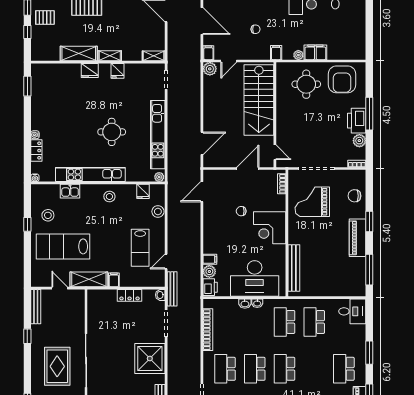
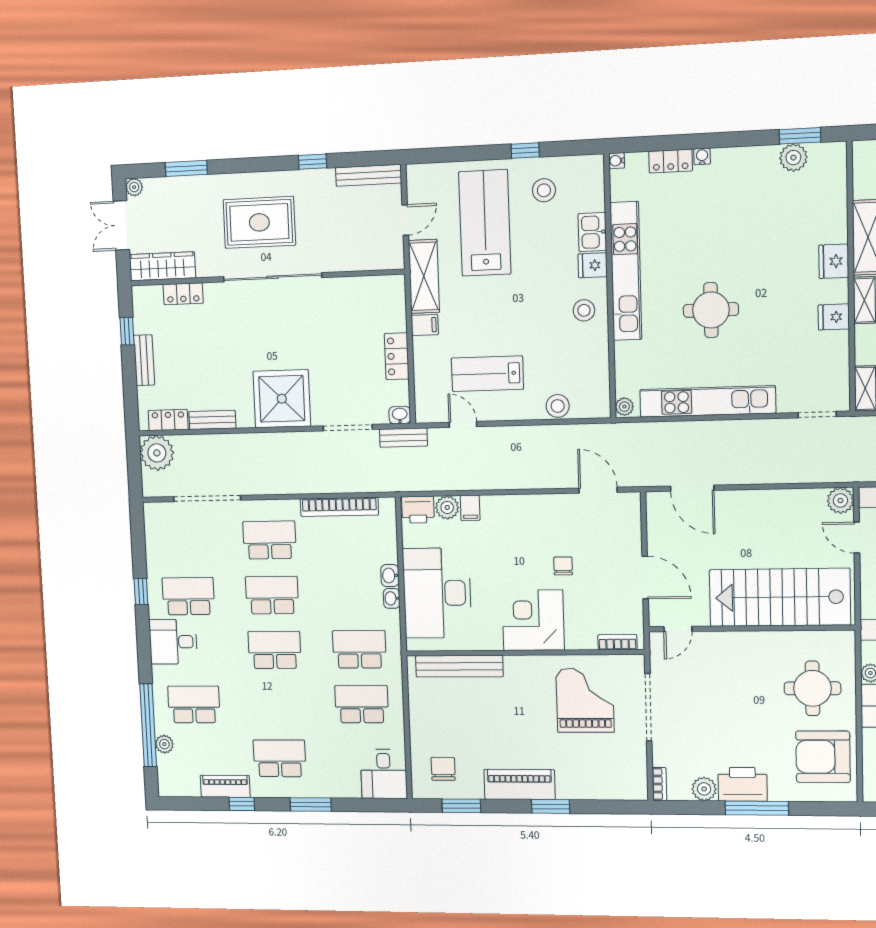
plant: (38, 90) -> (793, 158), added
fridge: (143, 191) -> (593, 265), moved
chair: (354, 196) -> (443, 769), moved
window: (369, 270) -> (461, 806), width x0.69
bench: (172, 289) -> (403, 438), width x0.73

